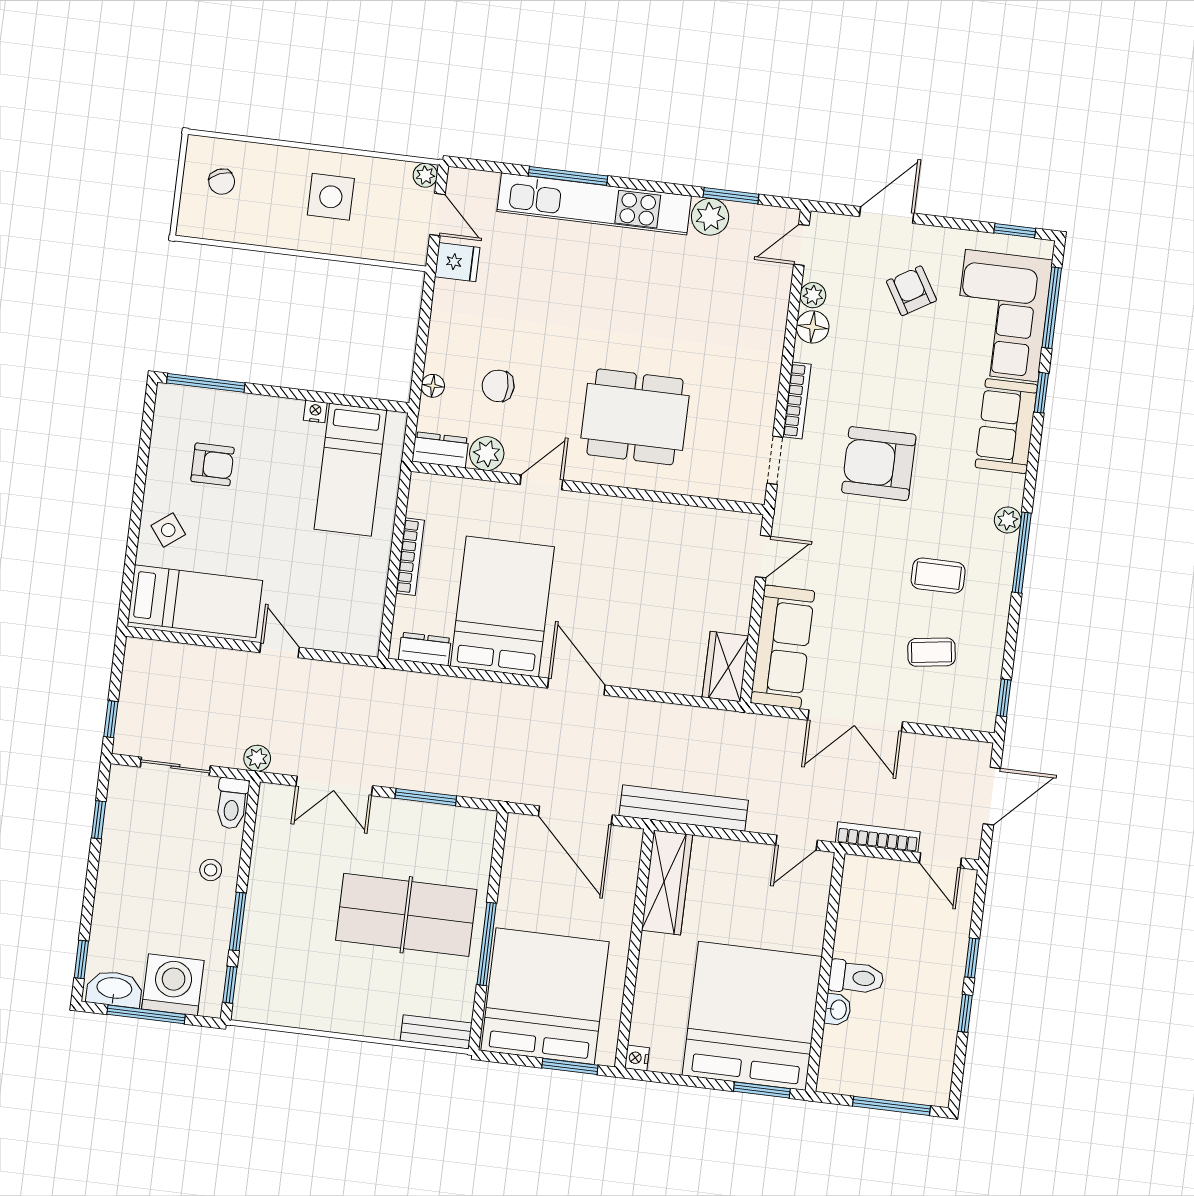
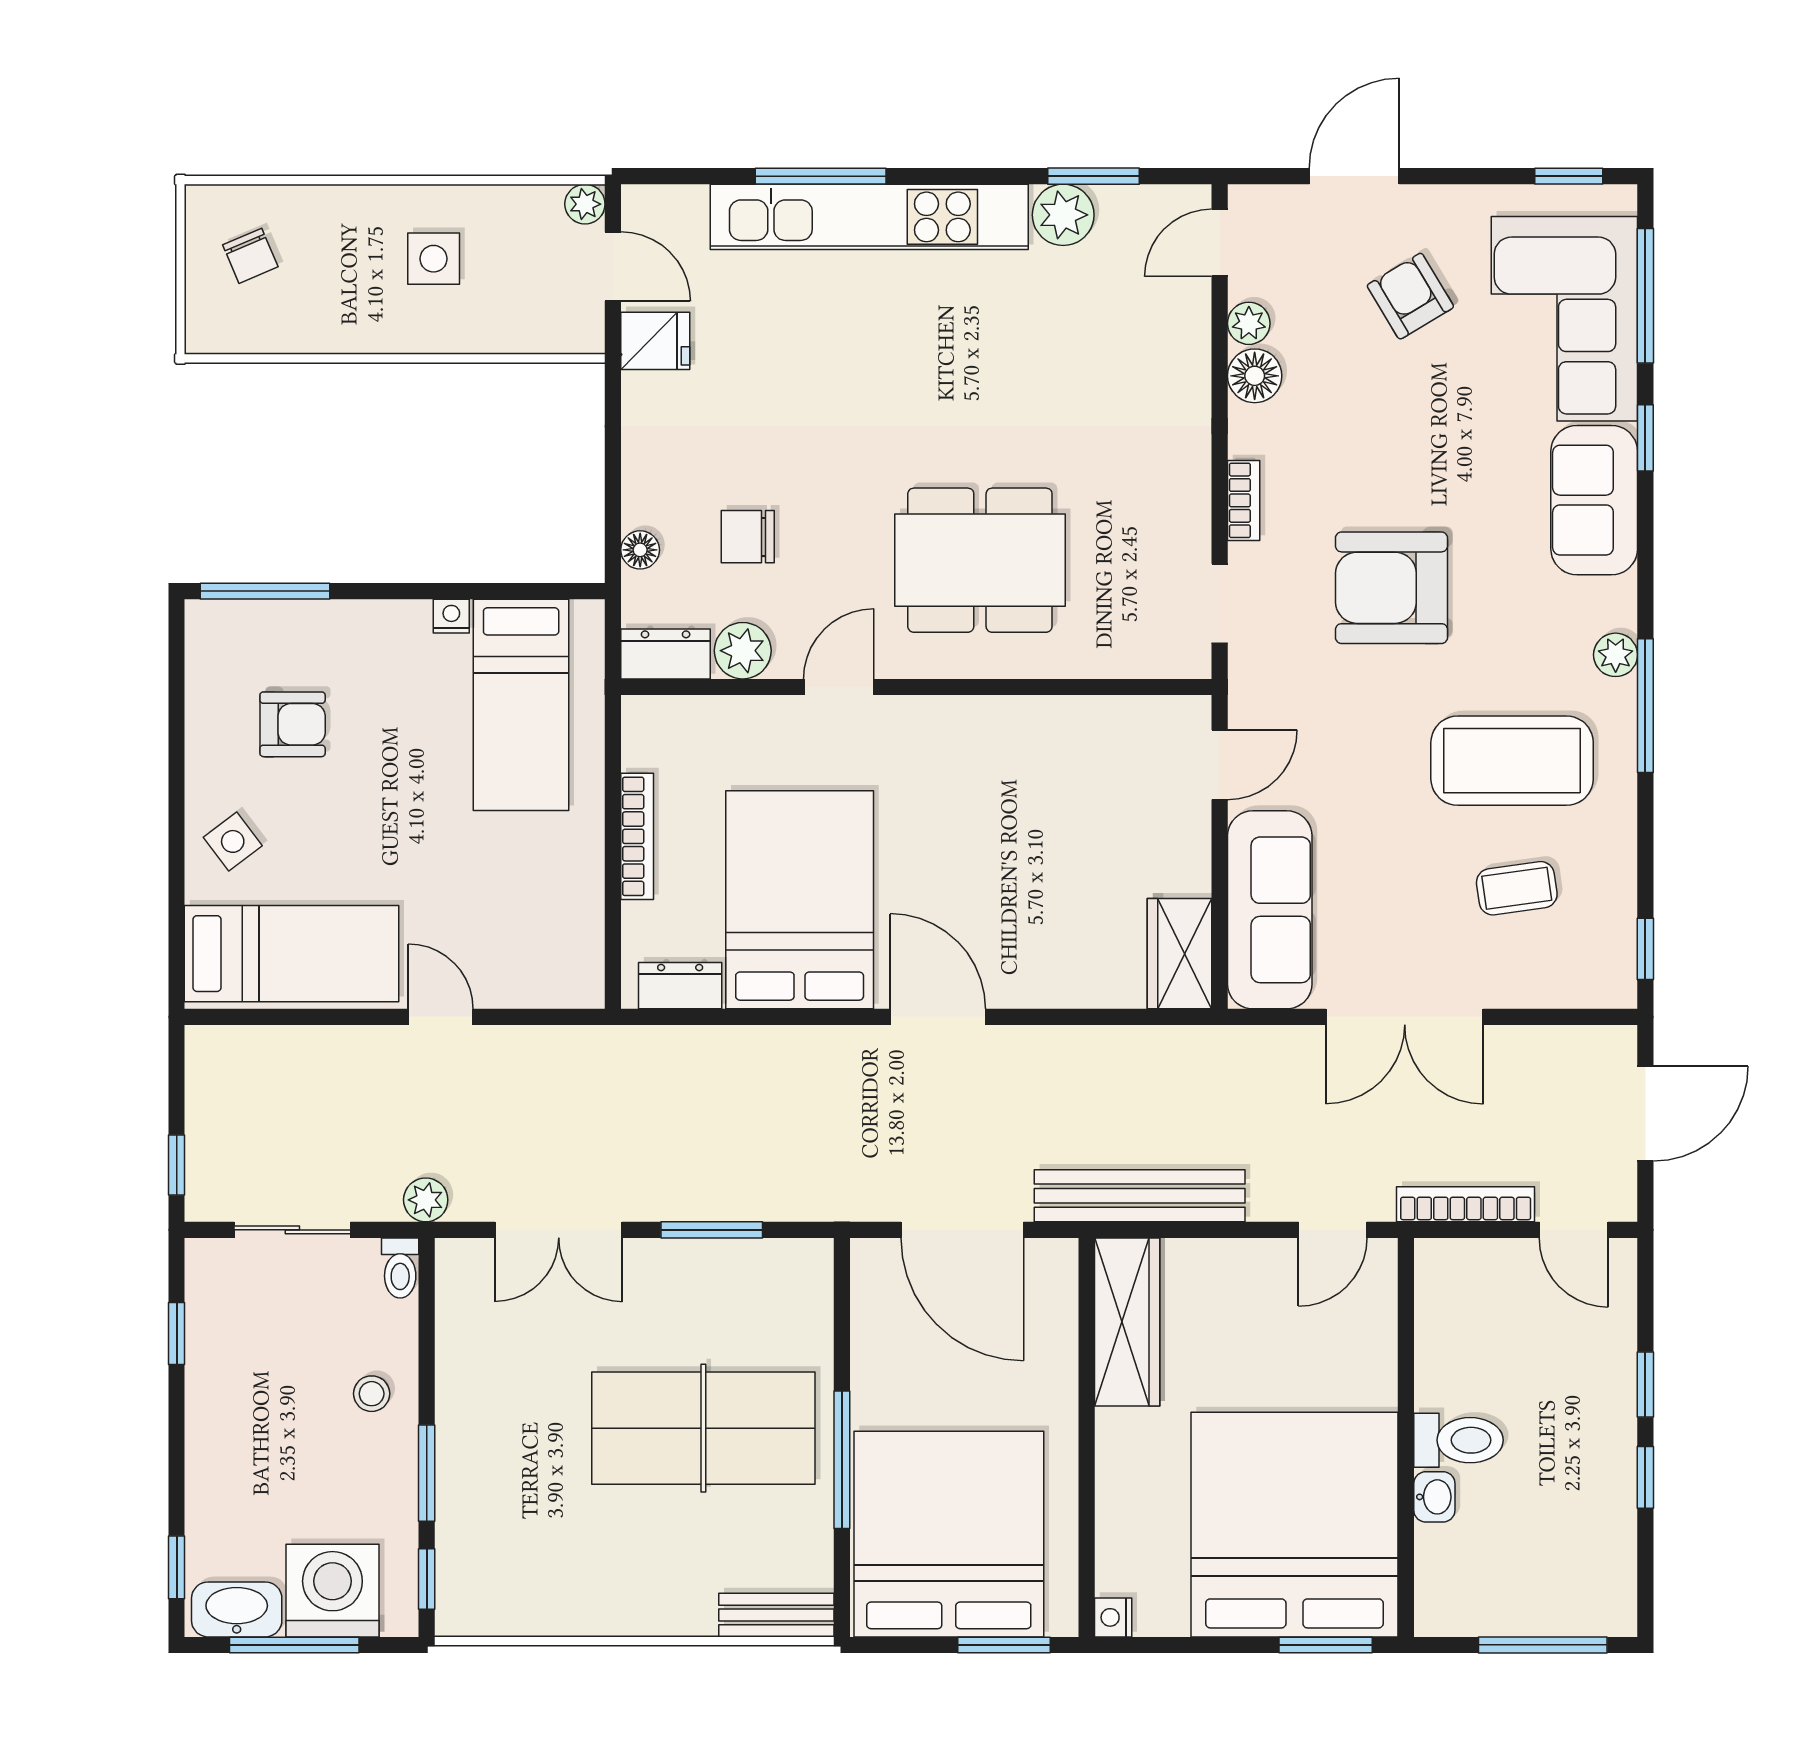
side table: (331, 197) -> (434, 259), width x0.73, depth x0.73
bookcase: (797, 401) -> (1244, 500), width x0.64
coffee table: (938, 576) -> (1512, 761), width x1.86, depth x1.72
toilet: (232, 803) -> (400, 1268), width x0.73, depth x0.72

